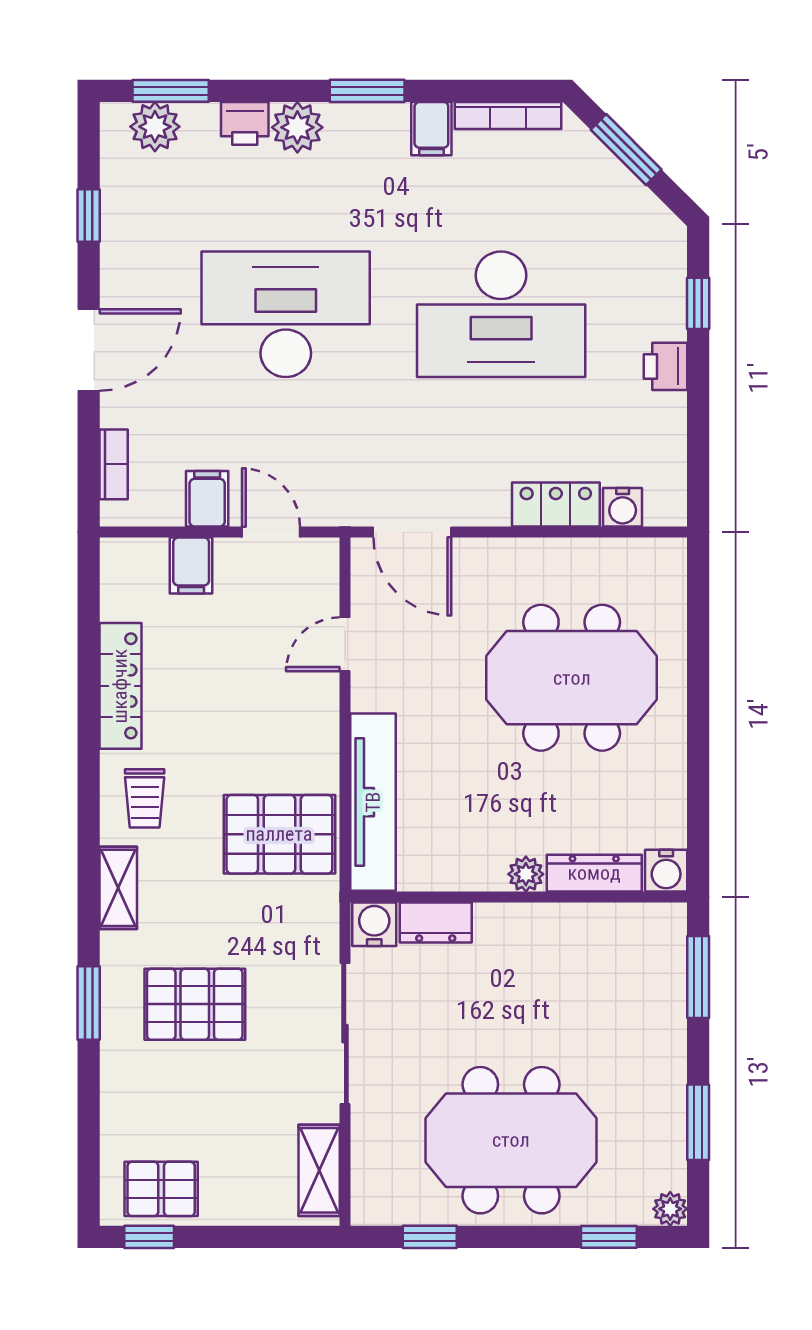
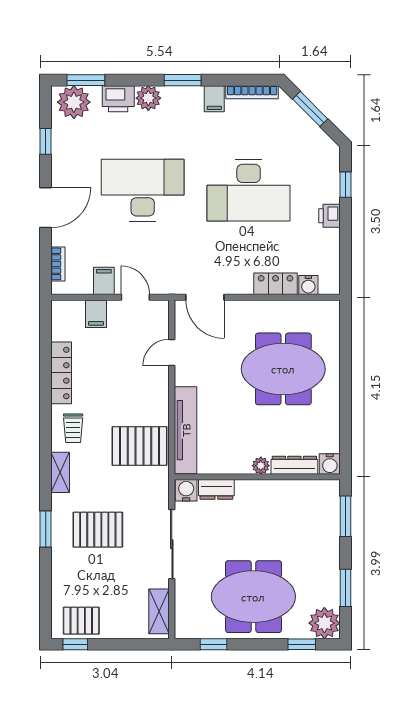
printer: (245, 123) -> (118, 99), width x1.36, depth x1.24
plant: (155, 127) -> (74, 102), width x1.36, depth x1.36
plant: (670, 1209) -> (324, 623), width x1.87, depth x1.87

